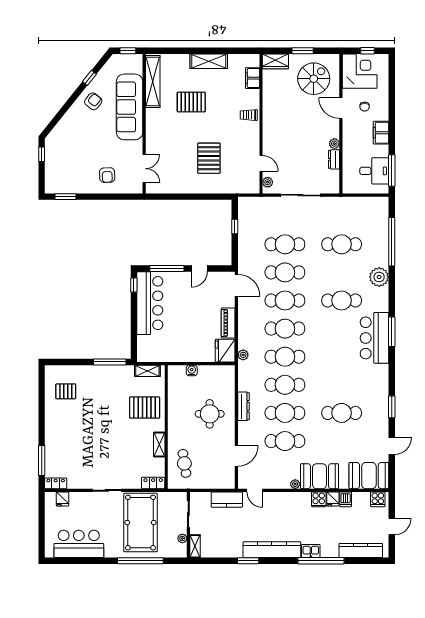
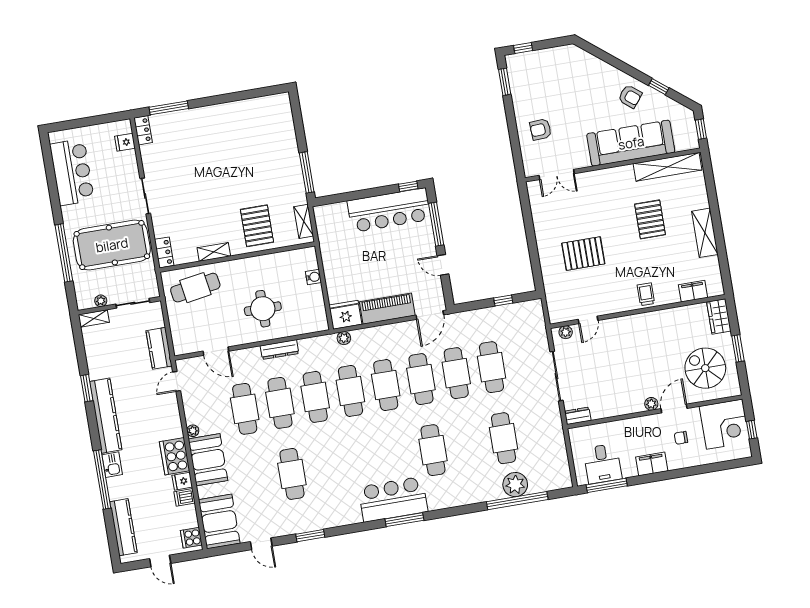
spiral stairs: (314, 79) -> (705, 368), turned 180
plant: (334, 144) -> (651, 404), moved
window: (42, 154) -> (523, 48), moved
dresser: (334, 159) -> (578, 416), moved
plant: (379, 277) -> (515, 485), moved
piano: (228, 323) -> (387, 309), width x1.37, depth x1.33
pallet: (66, 391) -> (261, 123), removed
cafe table: (184, 463) -> (195, 288), width x1.37, depth x1.35
cooker: (319, 499) -> (175, 456), width x1.87, depth x1.31

